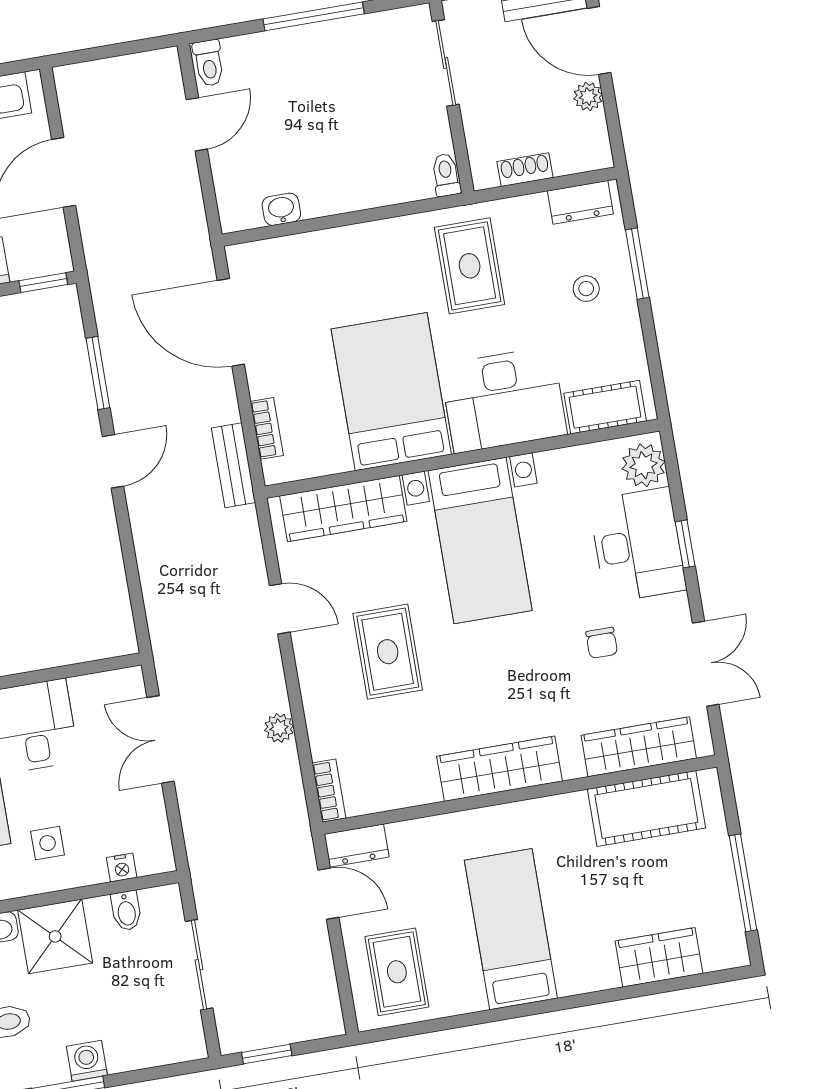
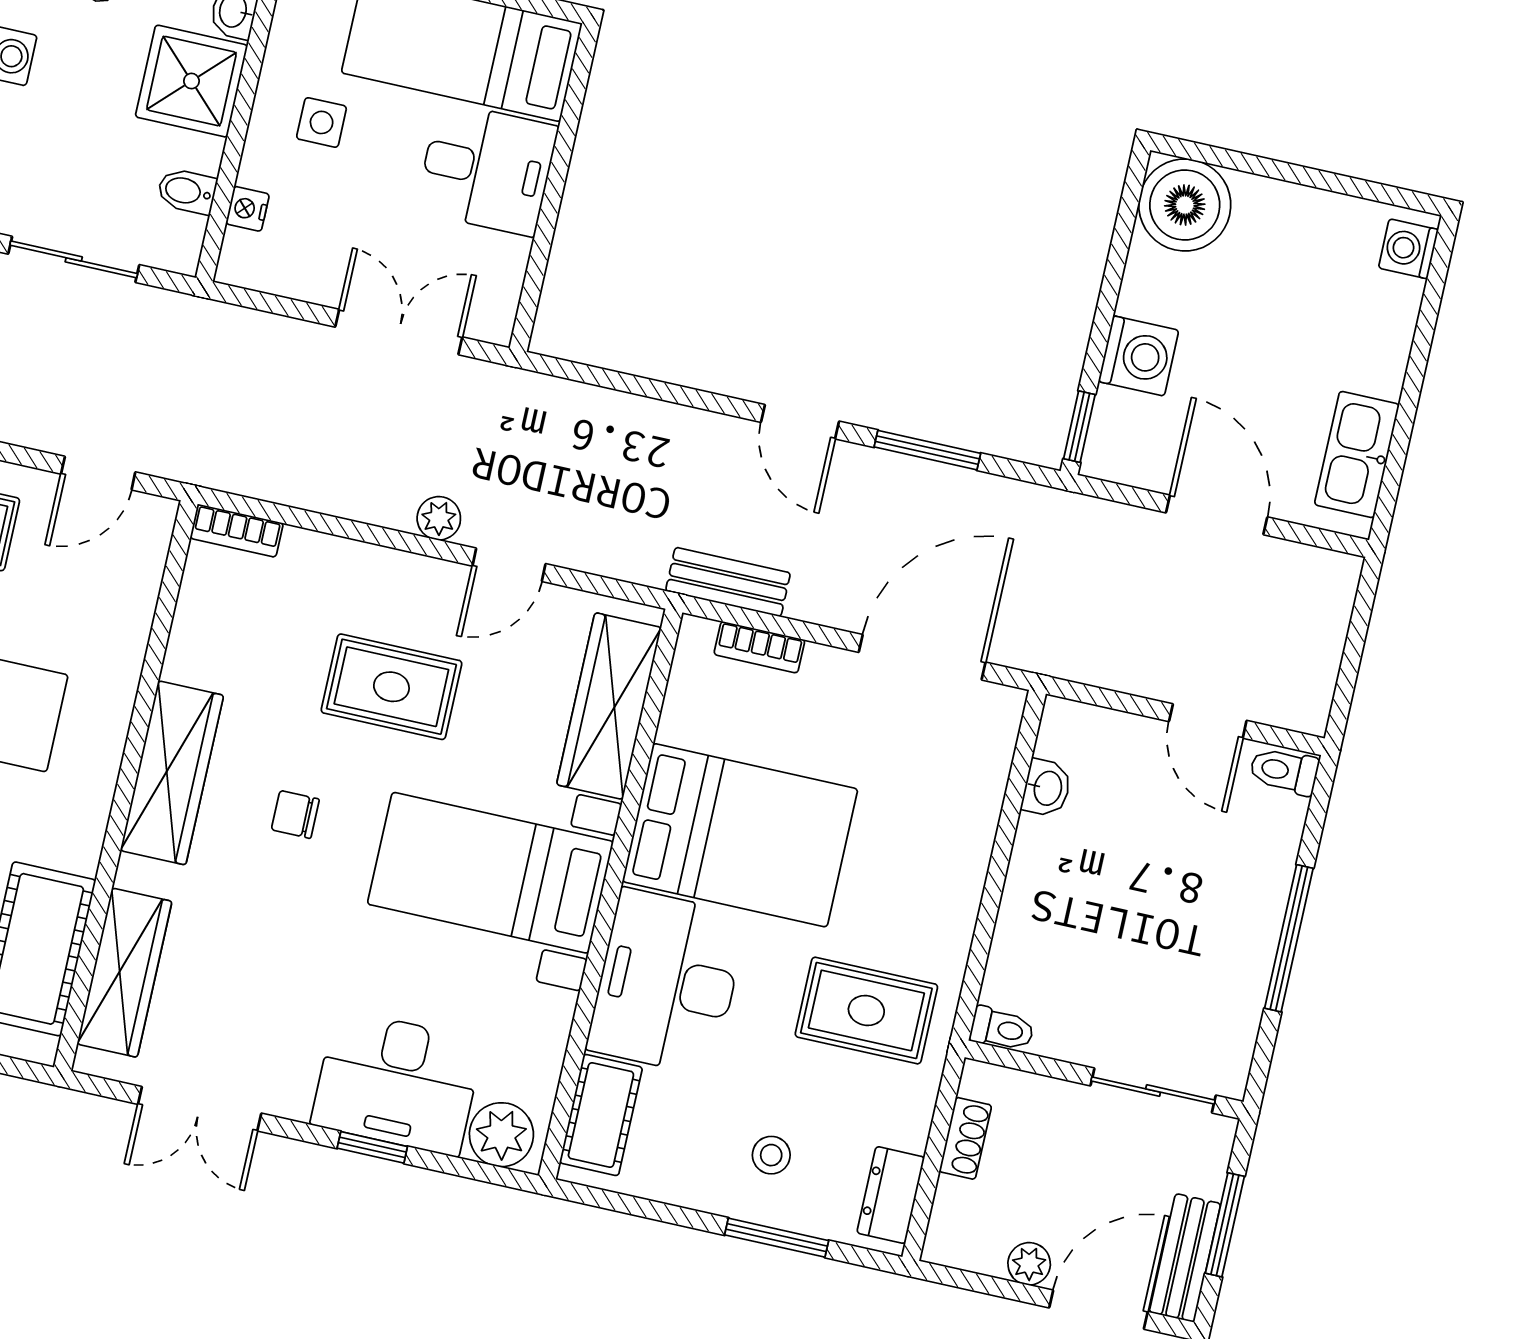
chair: (602, 643) -> (295, 814), moved
plant: (279, 728) -> (439, 518), moved
dresser: (357, 846) -> (147, 538), removed

